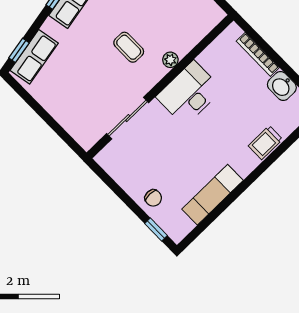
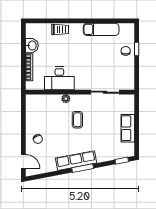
row of seats: (34, 57) -> (128, 128), moved, turned -79
desk: (189, 93) -> (59, 78), moved
window: (156, 230) -> (137, 49), moved

